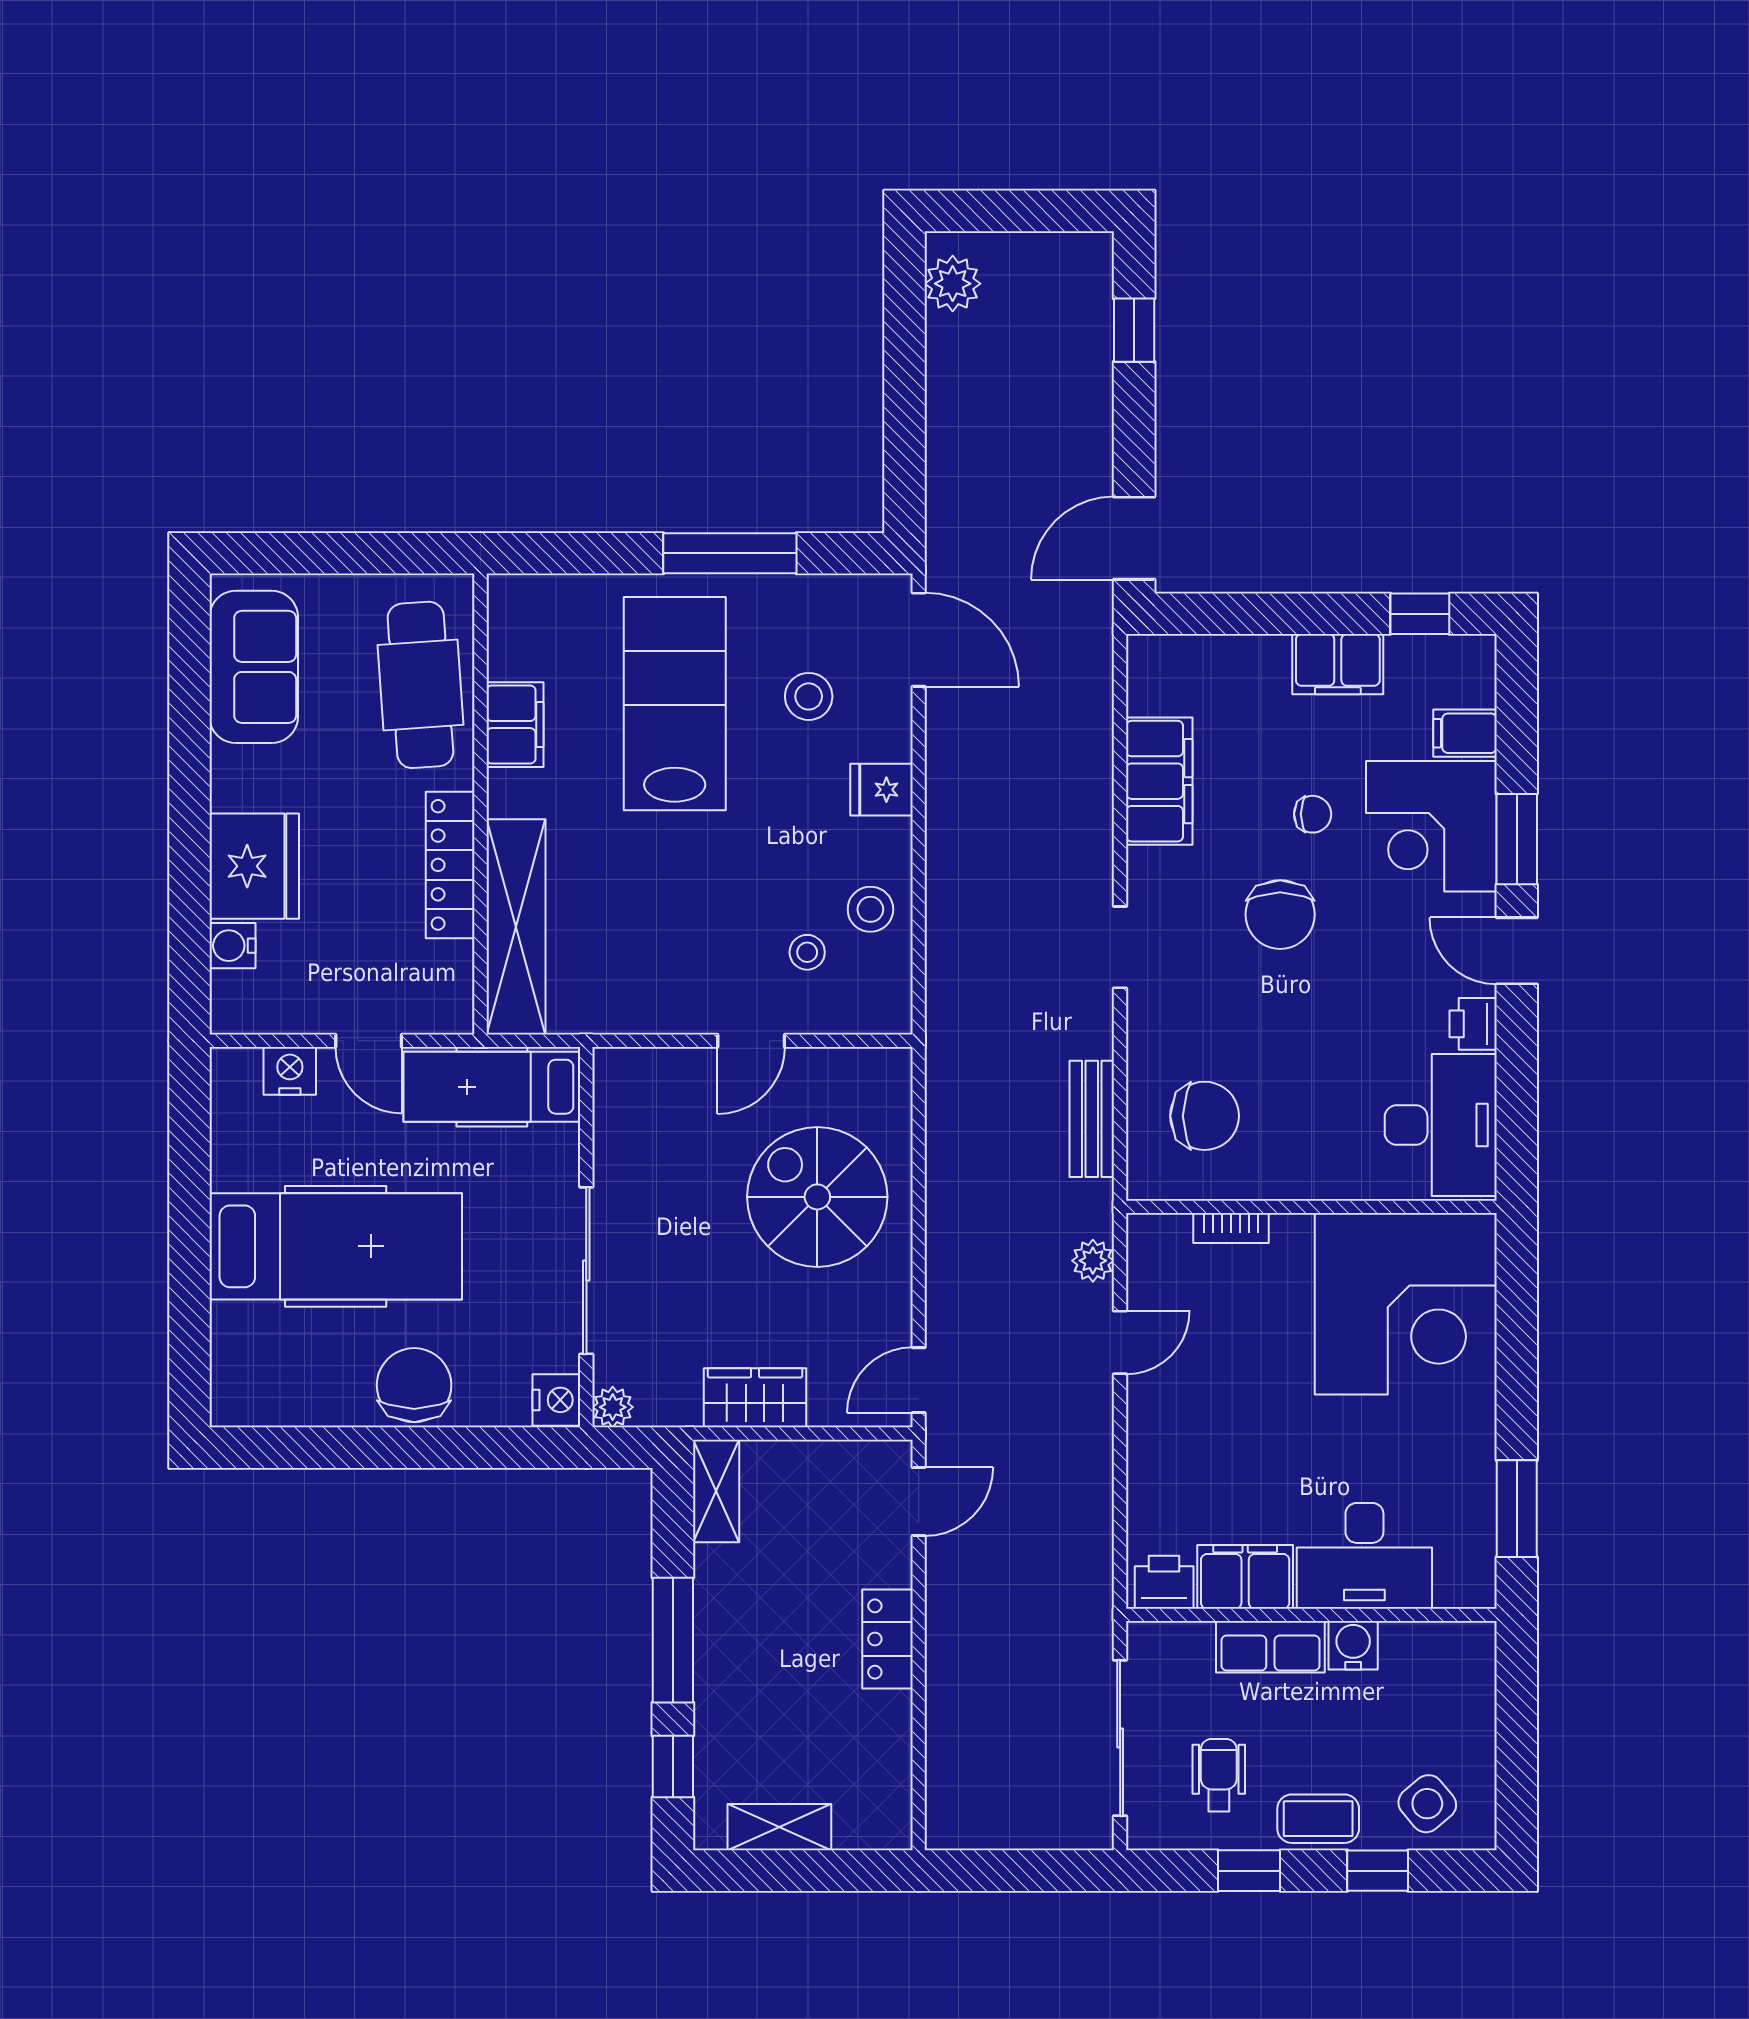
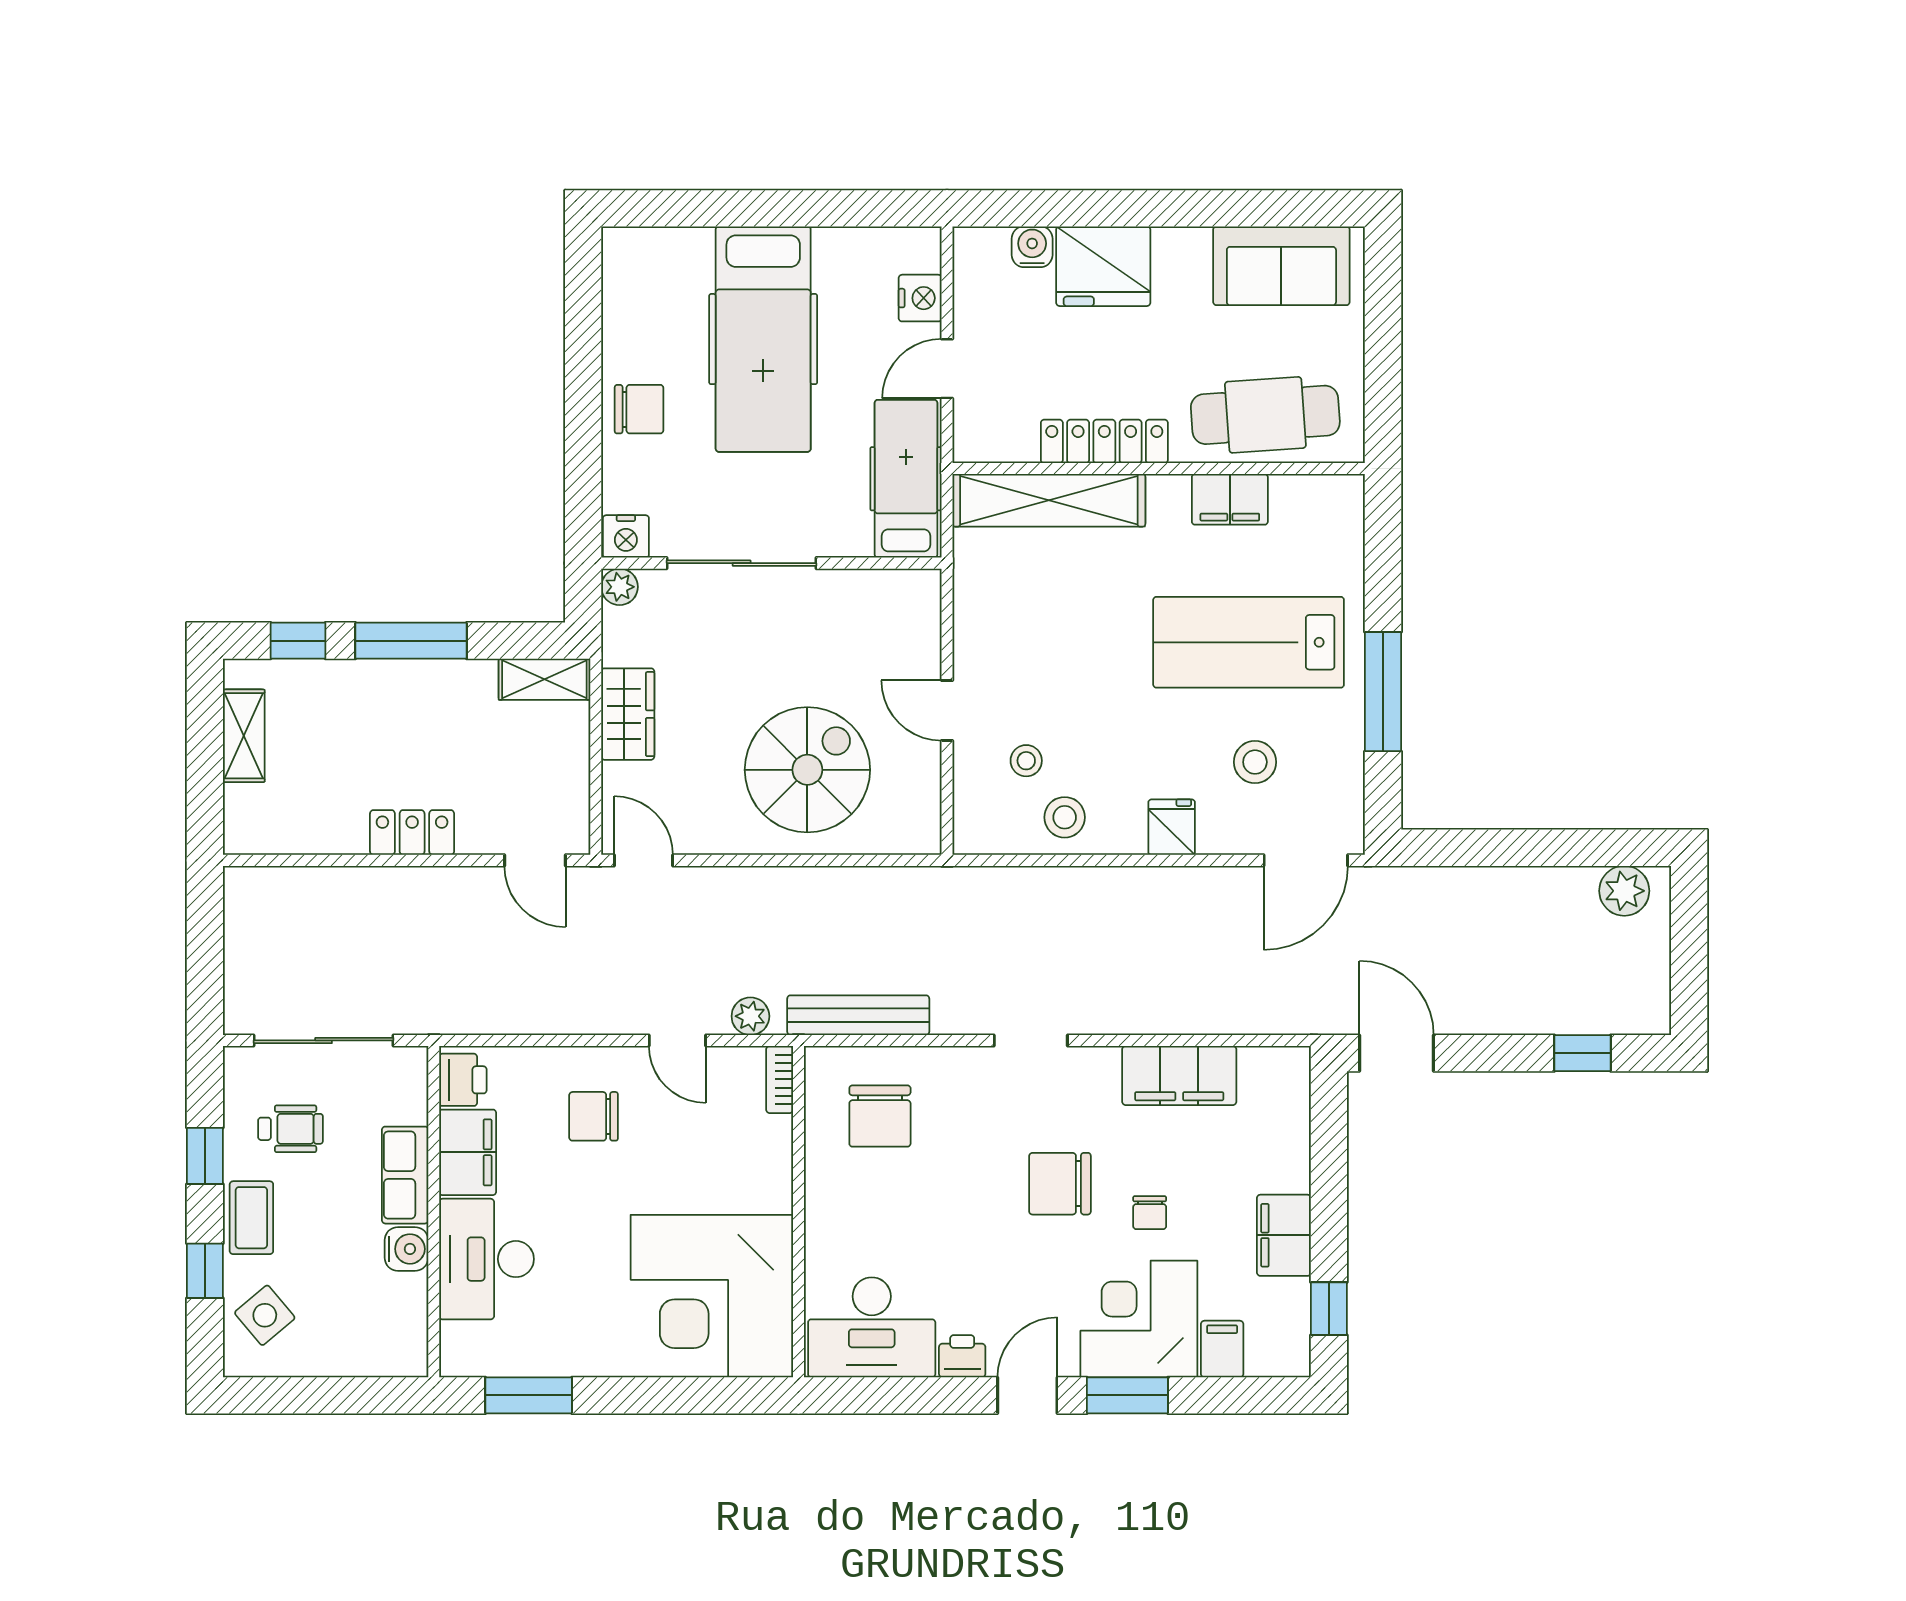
lab bench: (675, 704) -> (1249, 642), turned 180
bench: (1092, 1119) -> (858, 1015), width x1.36
bookcase: (1231, 1228) -> (780, 1079), moved
chair: (414, 1385) -> (639, 409), width x0.73, depth x0.73
chair: (1205, 1436) -> (594, 1116), added

